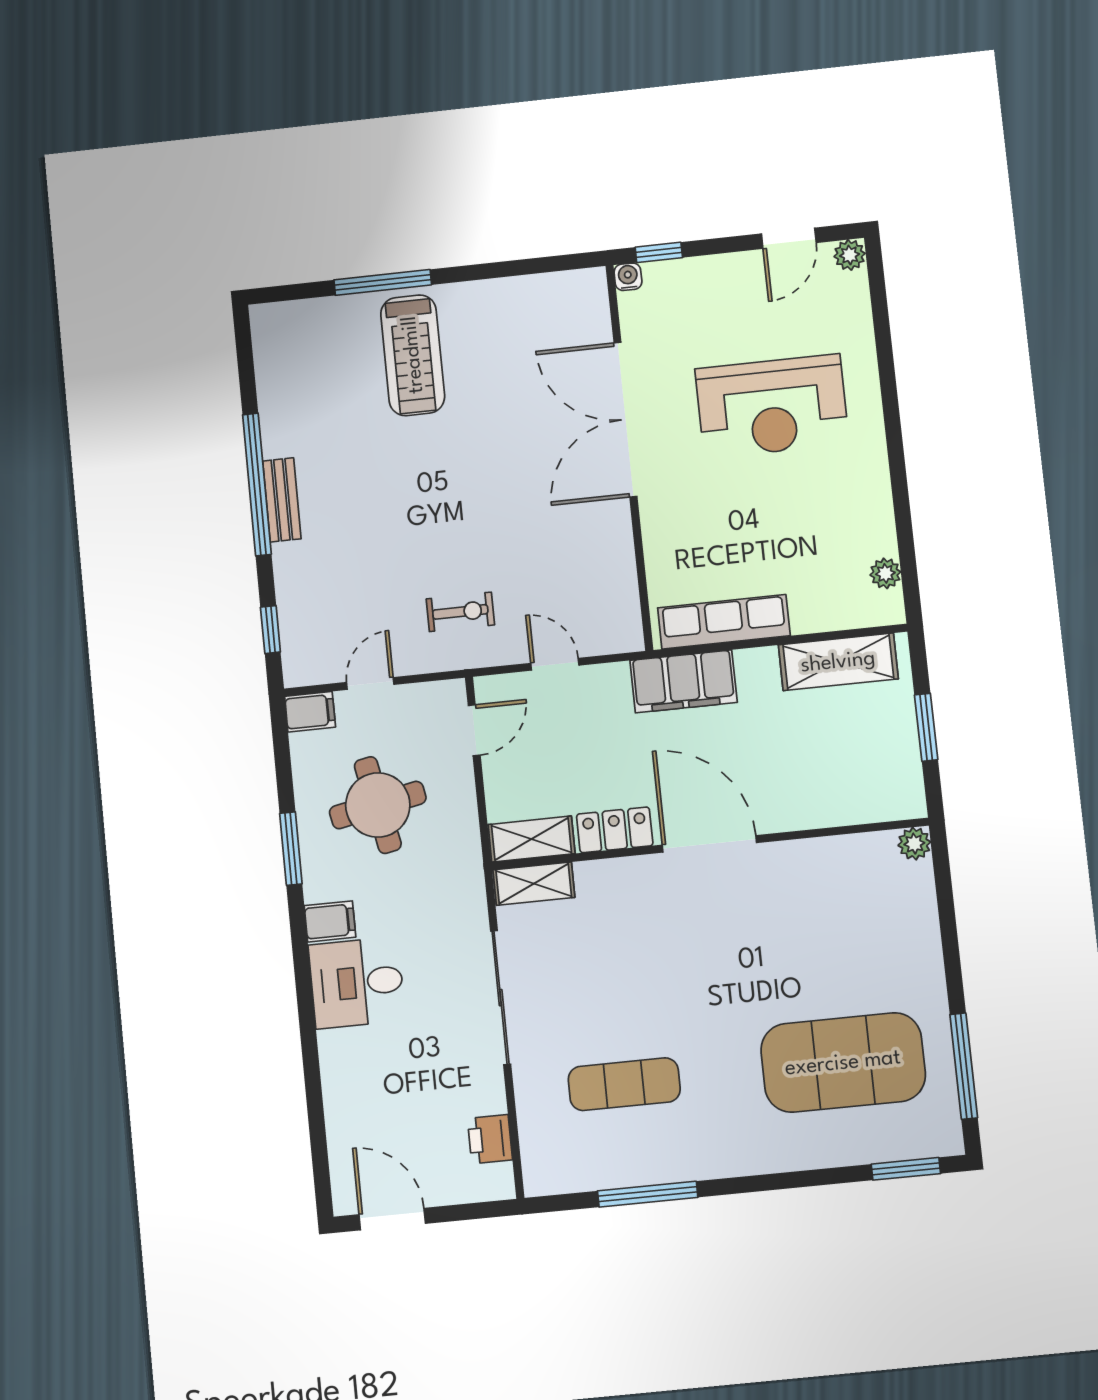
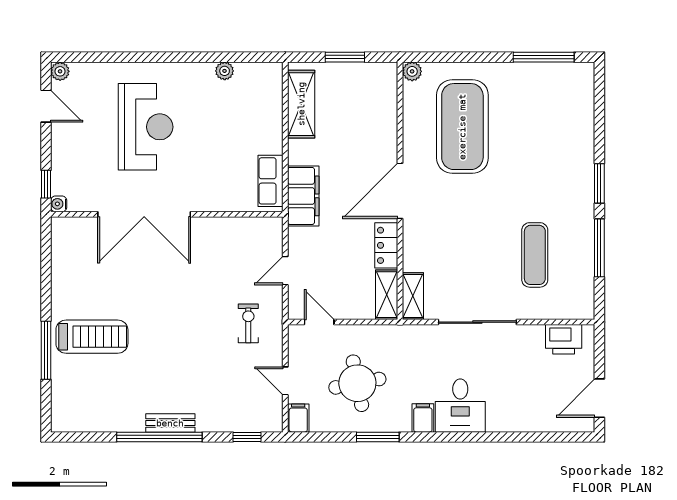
plant: (885, 573) -> (225, 71), moved
row of seats: (724, 622) -> (271, 181), width x0.68
exercise mat: (843, 1063) -> (462, 127), moved
printer: (490, 1139) -> (564, 339), width x1.36, depth x1.24
window: (906, 1169) -> (599, 183), moved

